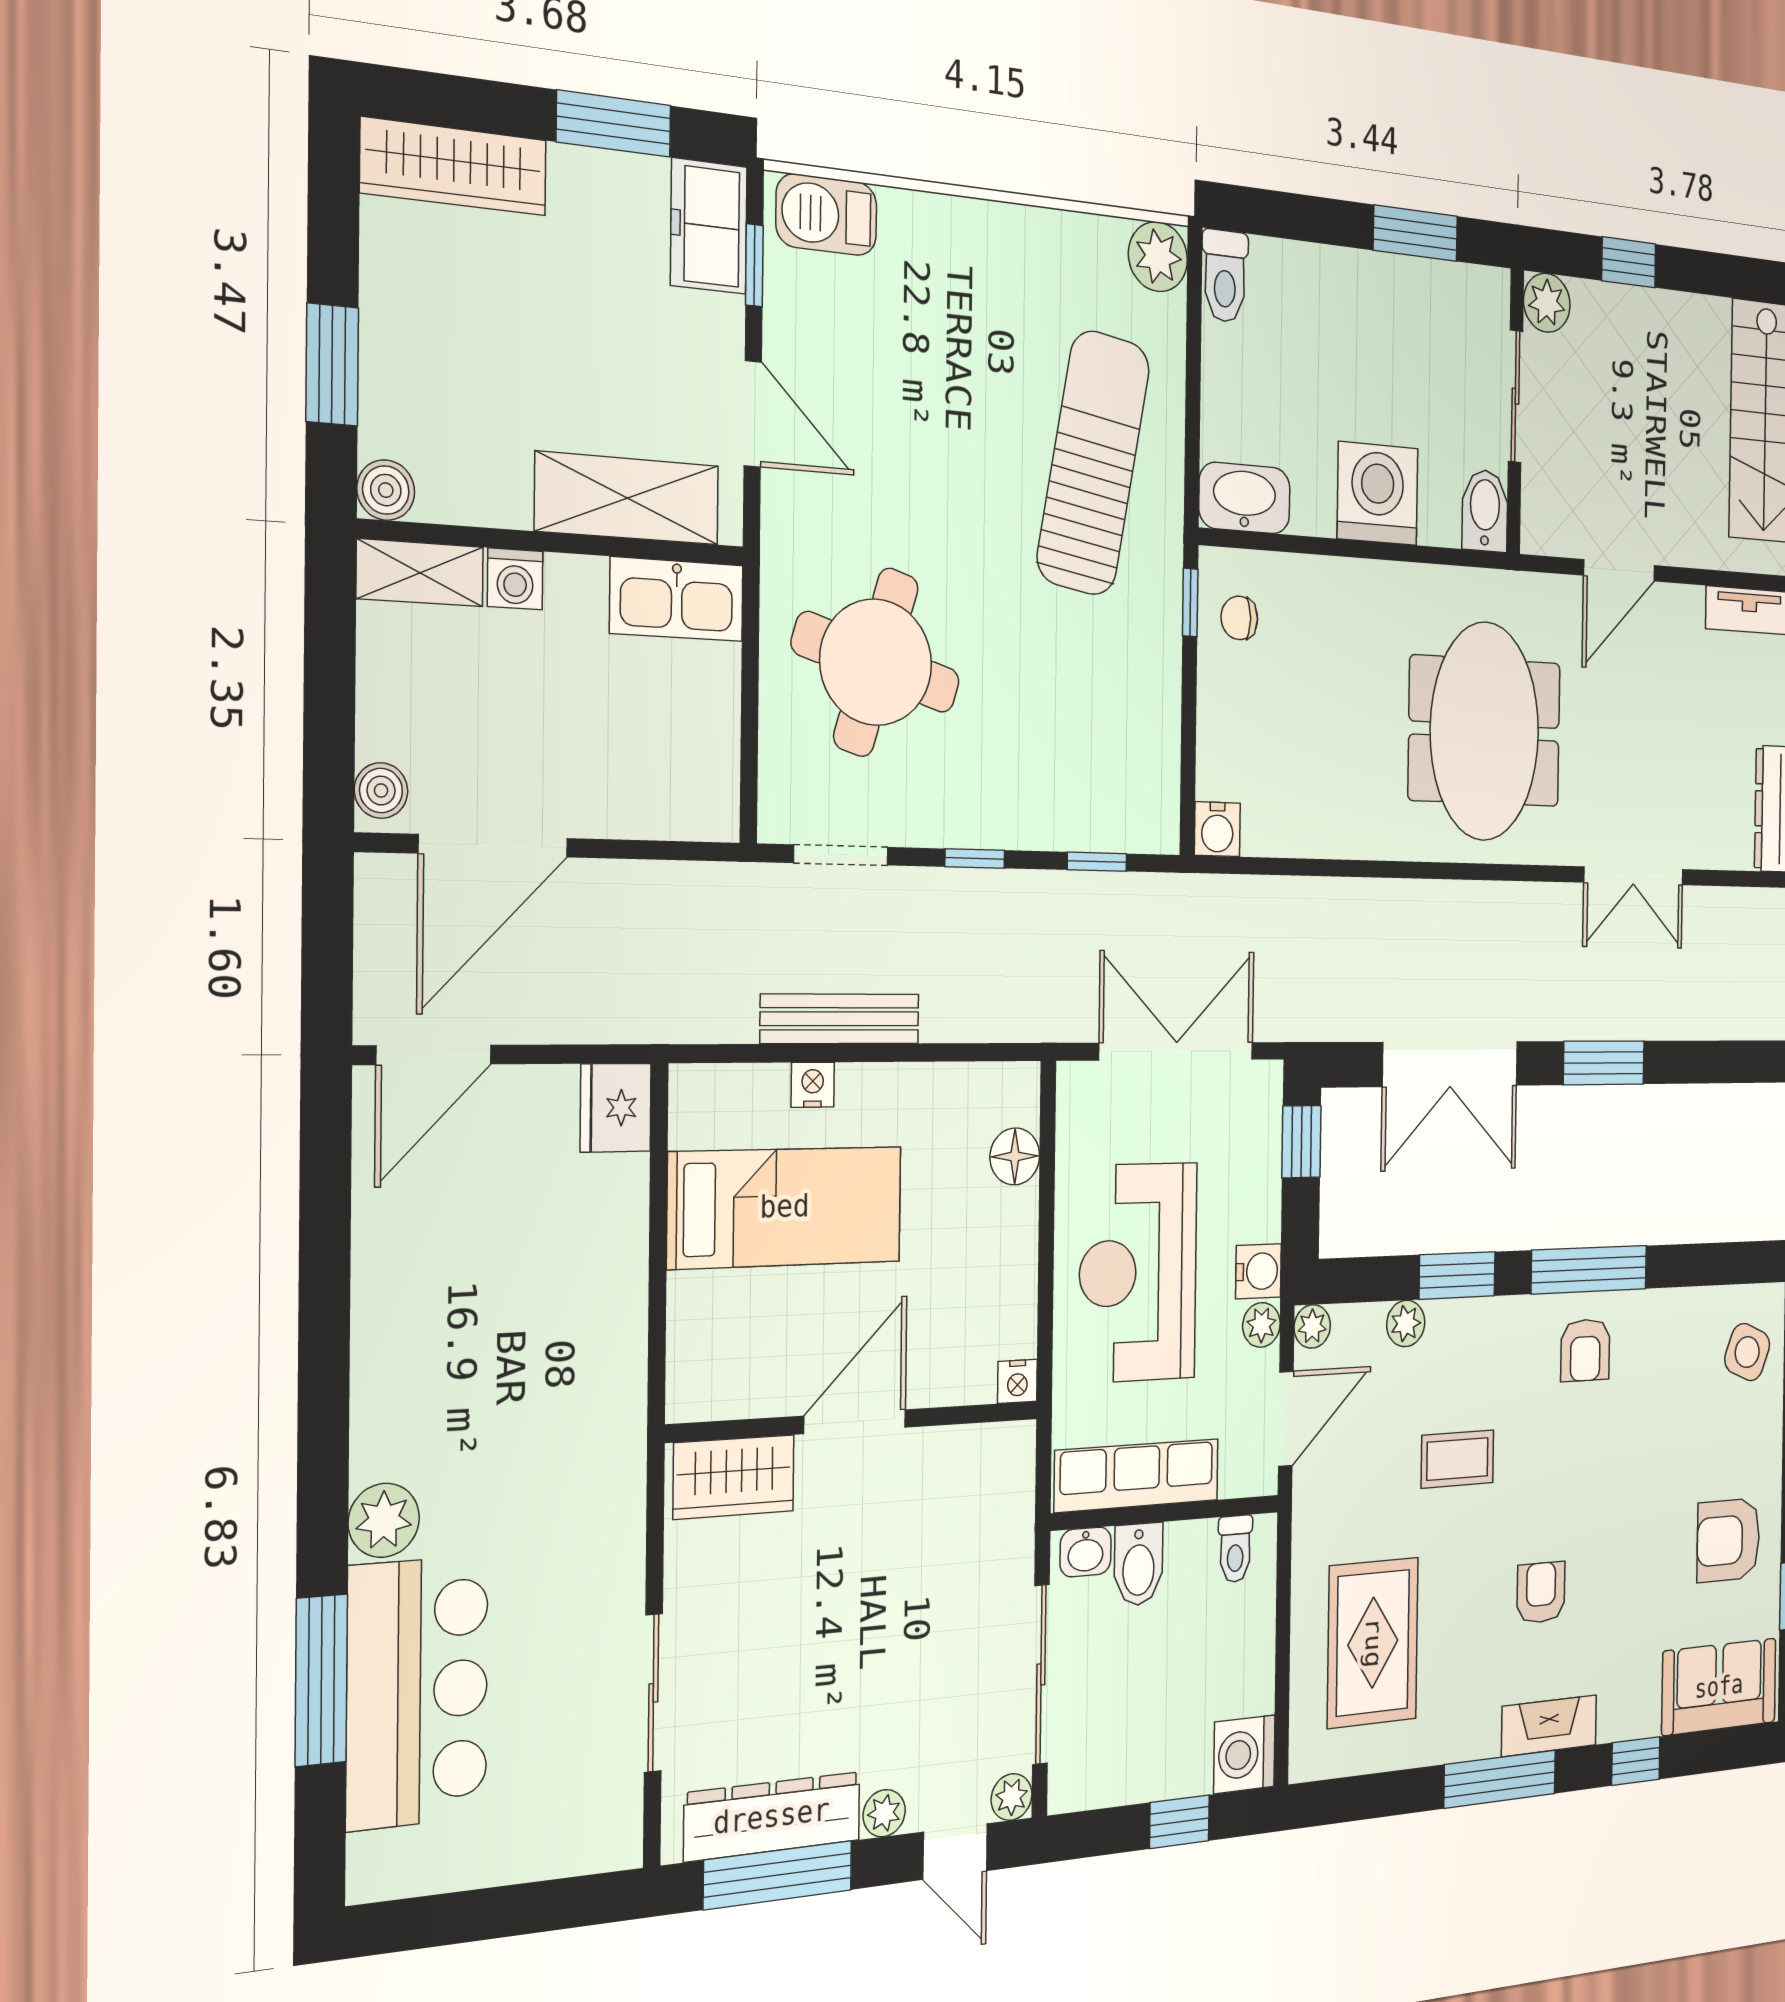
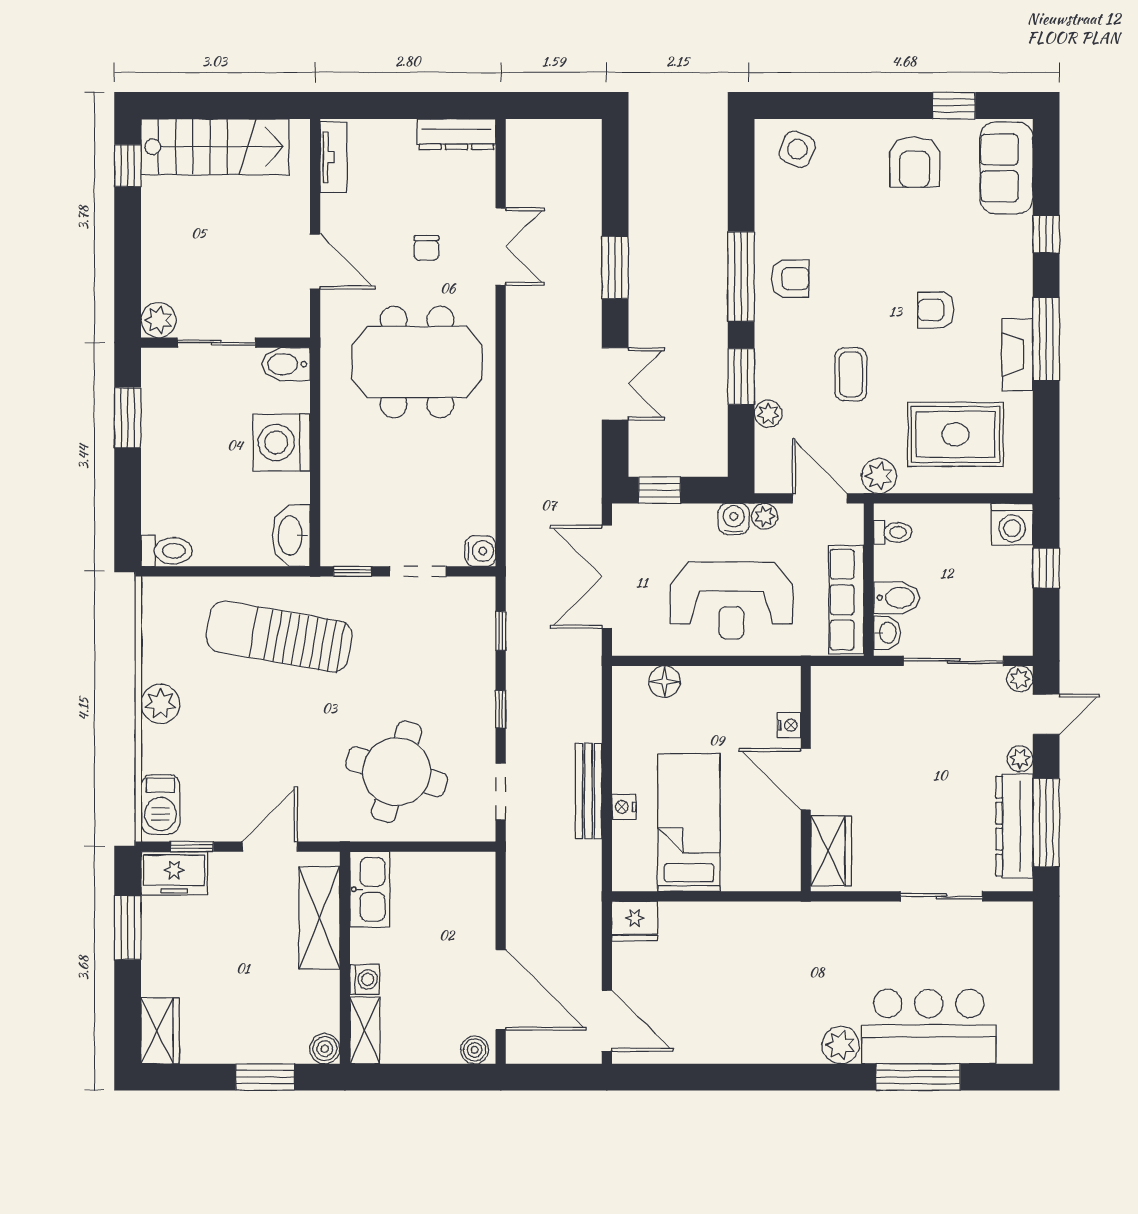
wardrobe: (454, 166) -> (160, 1031), width x0.67
plant: (1158, 257) -> (160, 704), moved
window: (1629, 262) -> (128, 166), moved
chair: (1239, 618) -> (426, 248), moved
doorway: (1189, 718) -> (418, 571), added
double door: (1450, 1064) -> (615, 384), width x0.73
plant: (1312, 1326) -> (879, 476), moved, width x1.38, depth x1.38
nightstand: (1017, 1381) -> (789, 725), moved
fireplace: (1549, 1726) -> (1017, 355), moved

